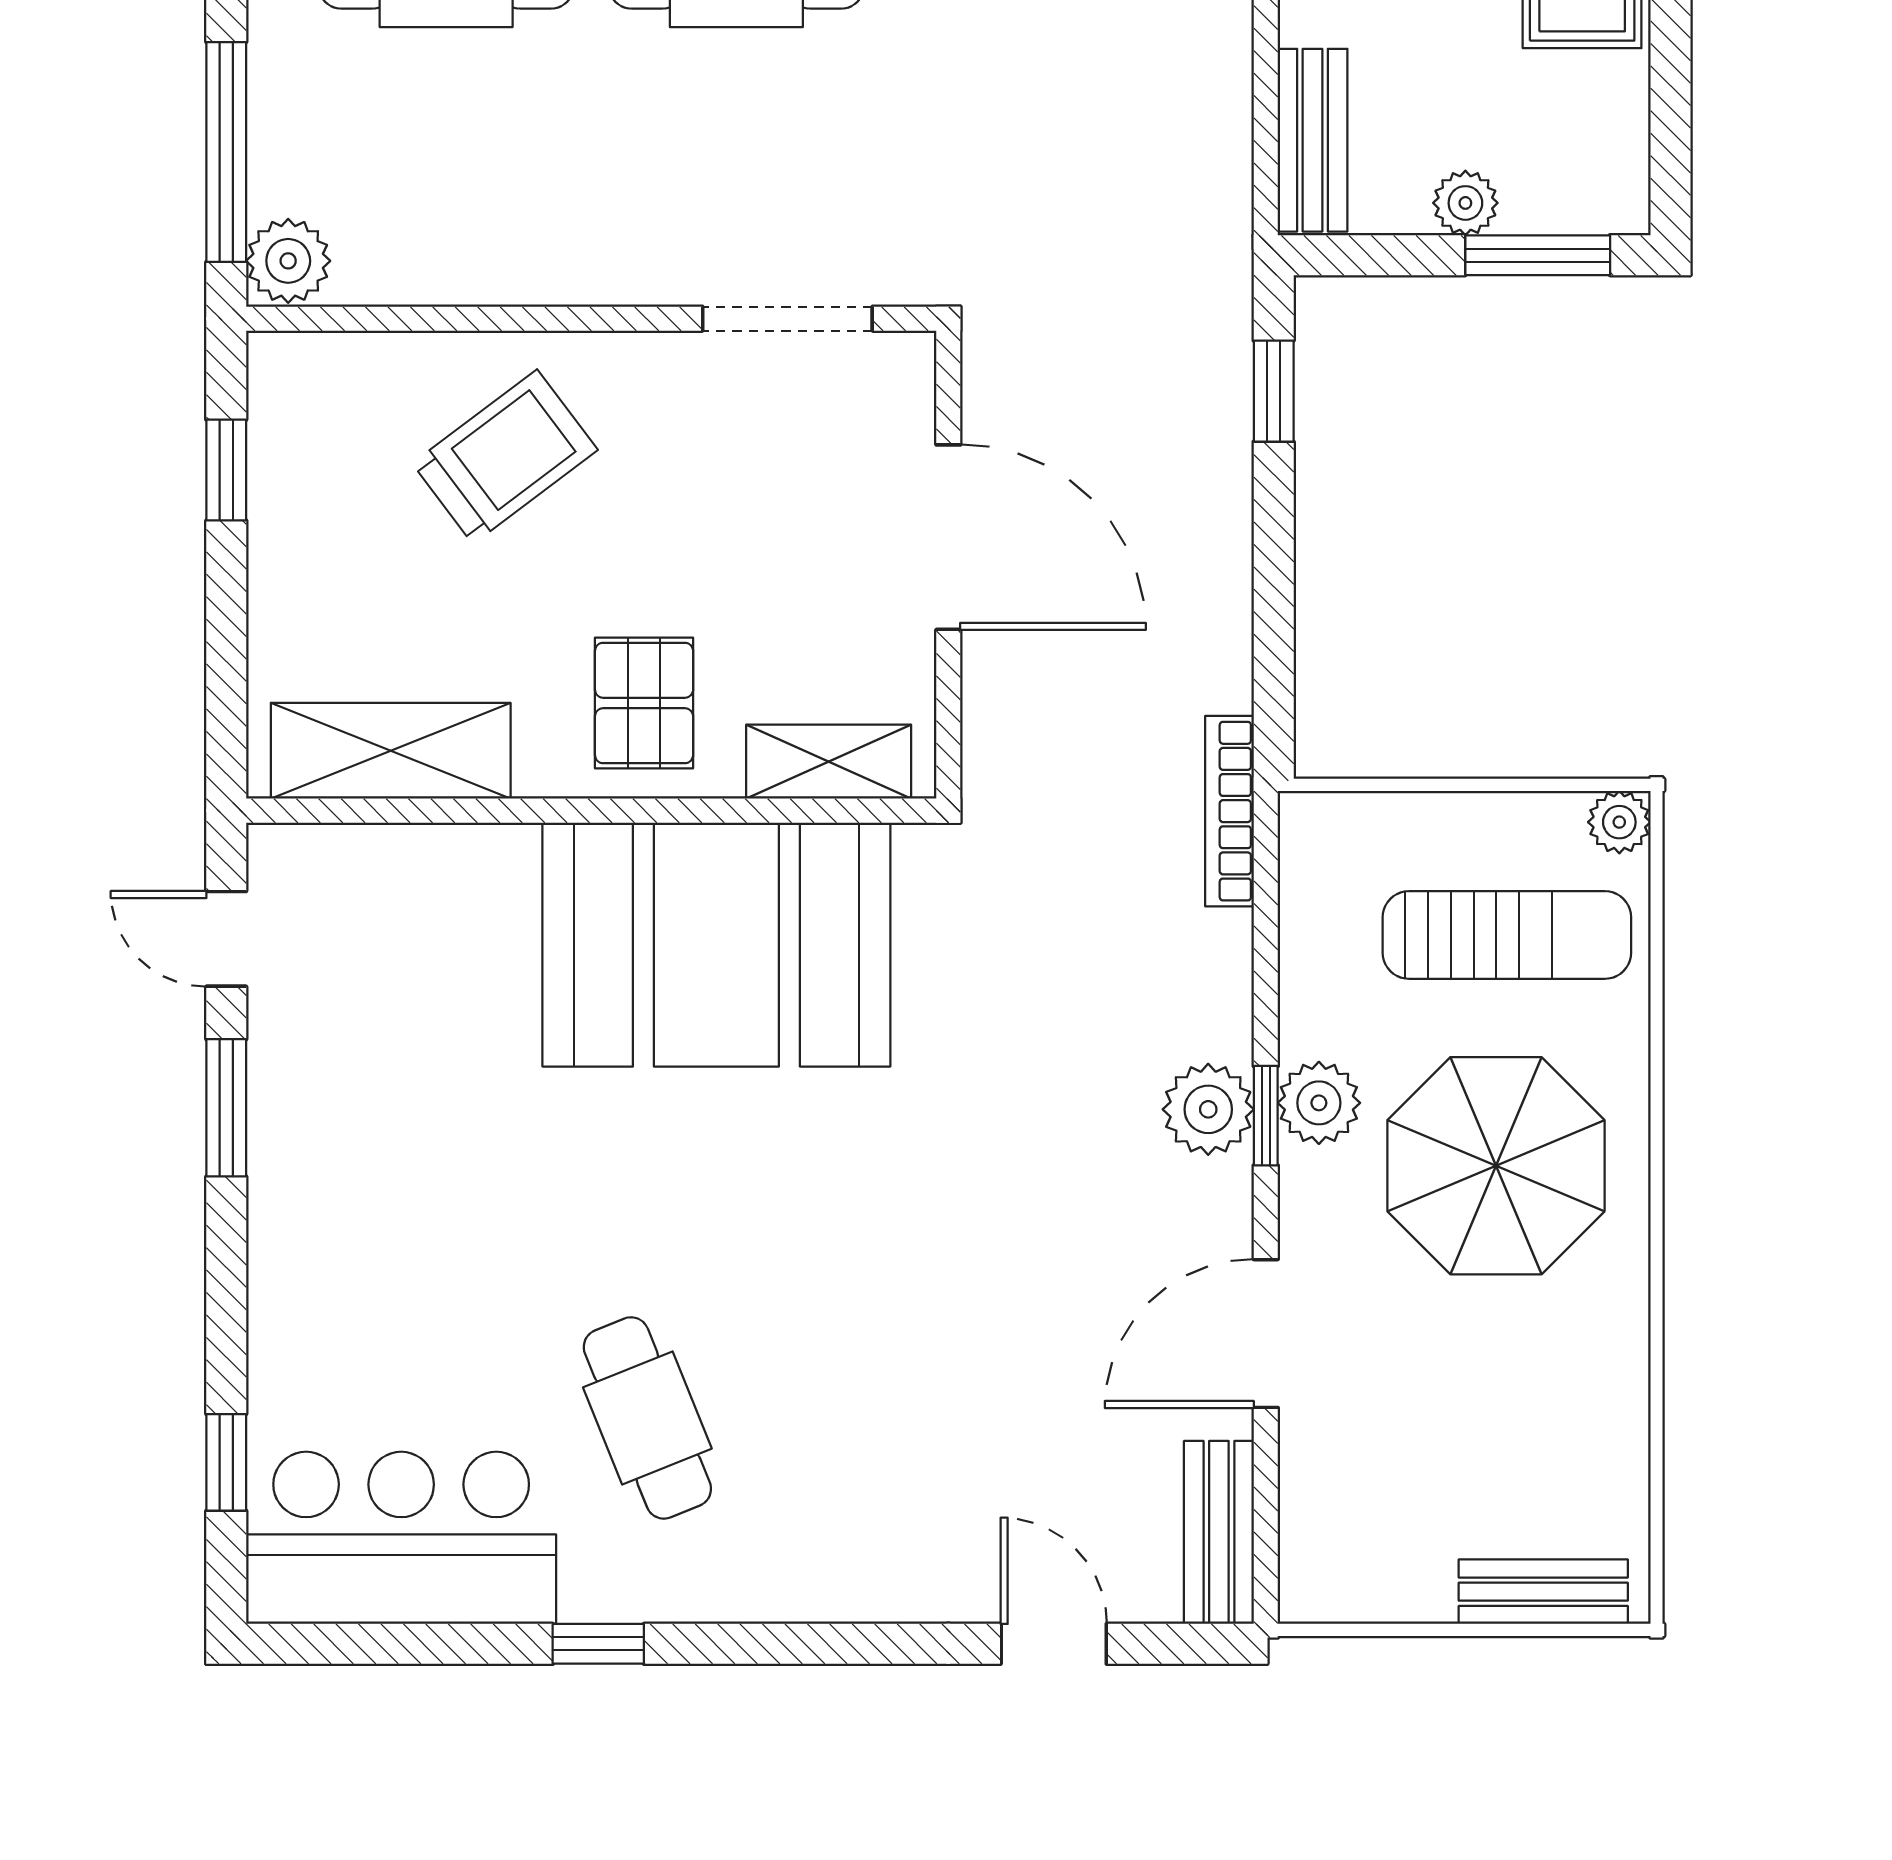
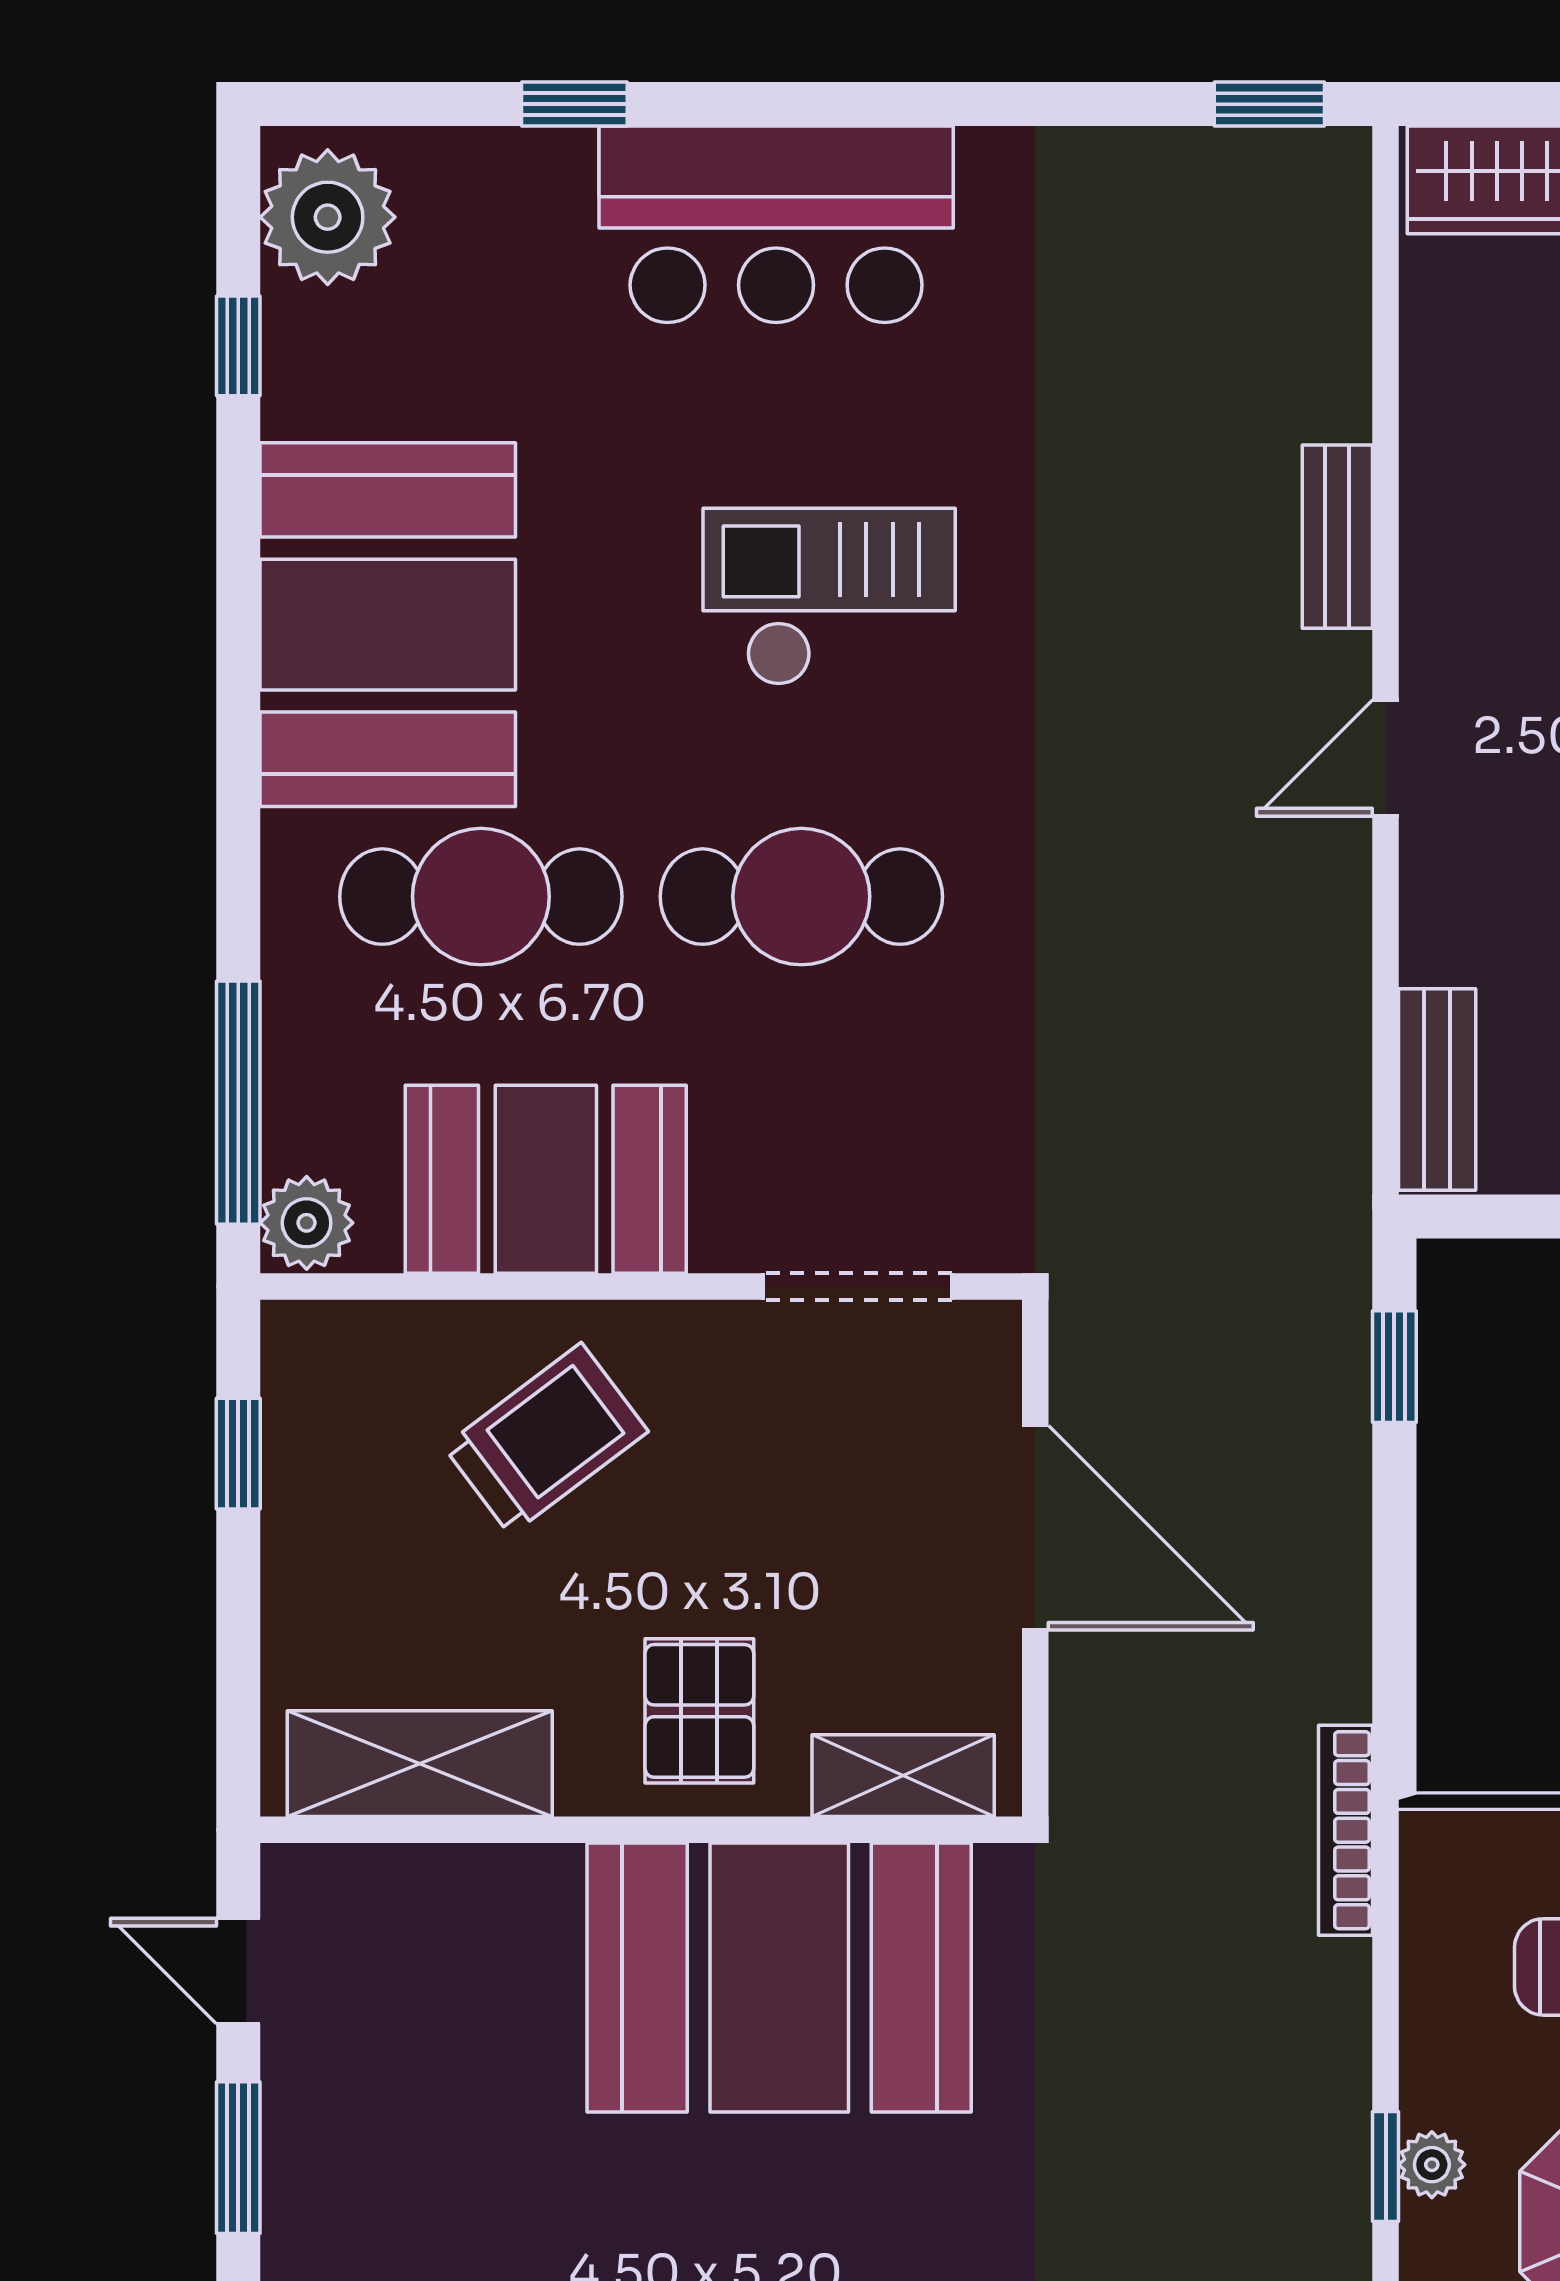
booth: (505, 221) -> (546, 1179), added
plant: (1319, 1103) -> (1432, 2165), width x0.73, depth x0.73
plant: (1208, 1109) -> (1322, 2159), removed

